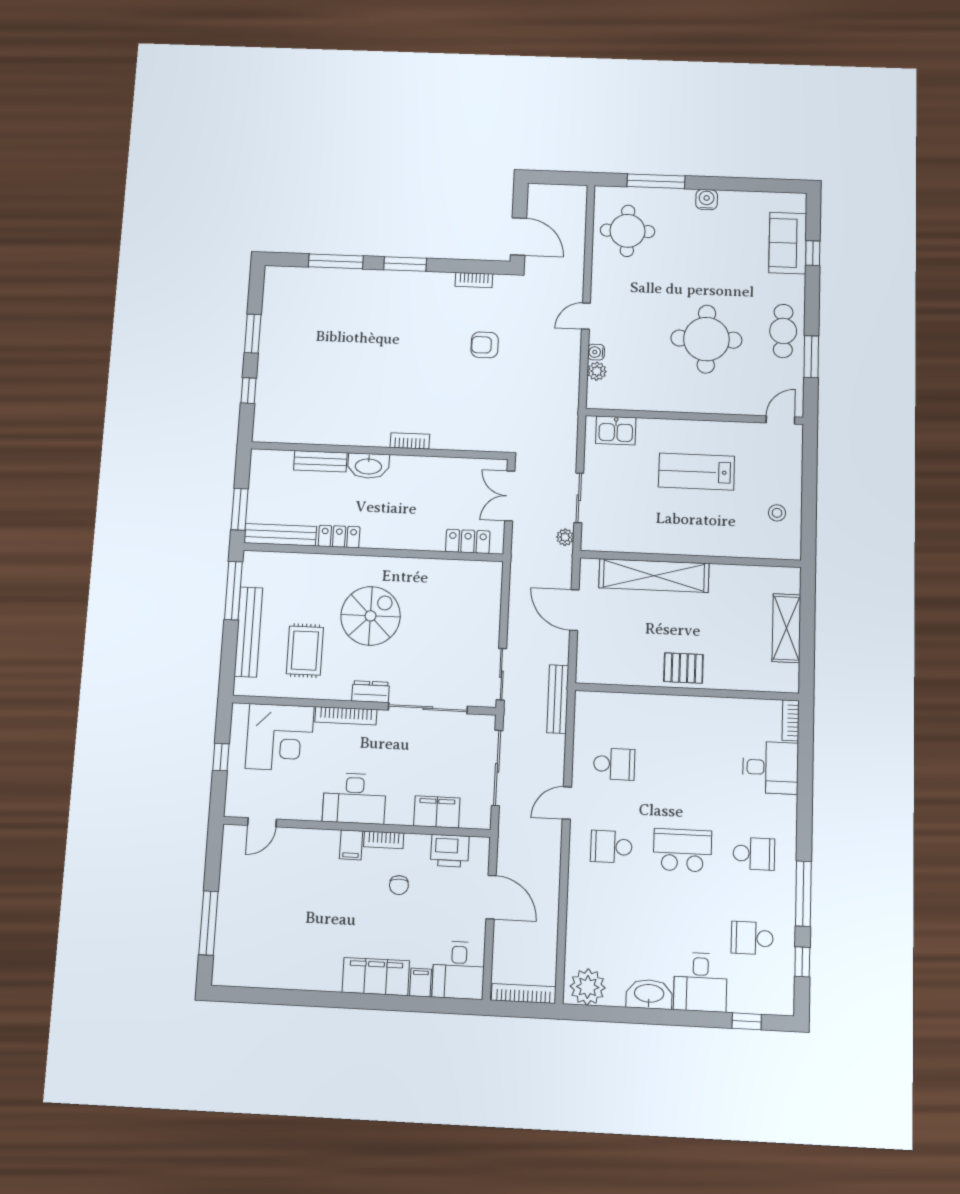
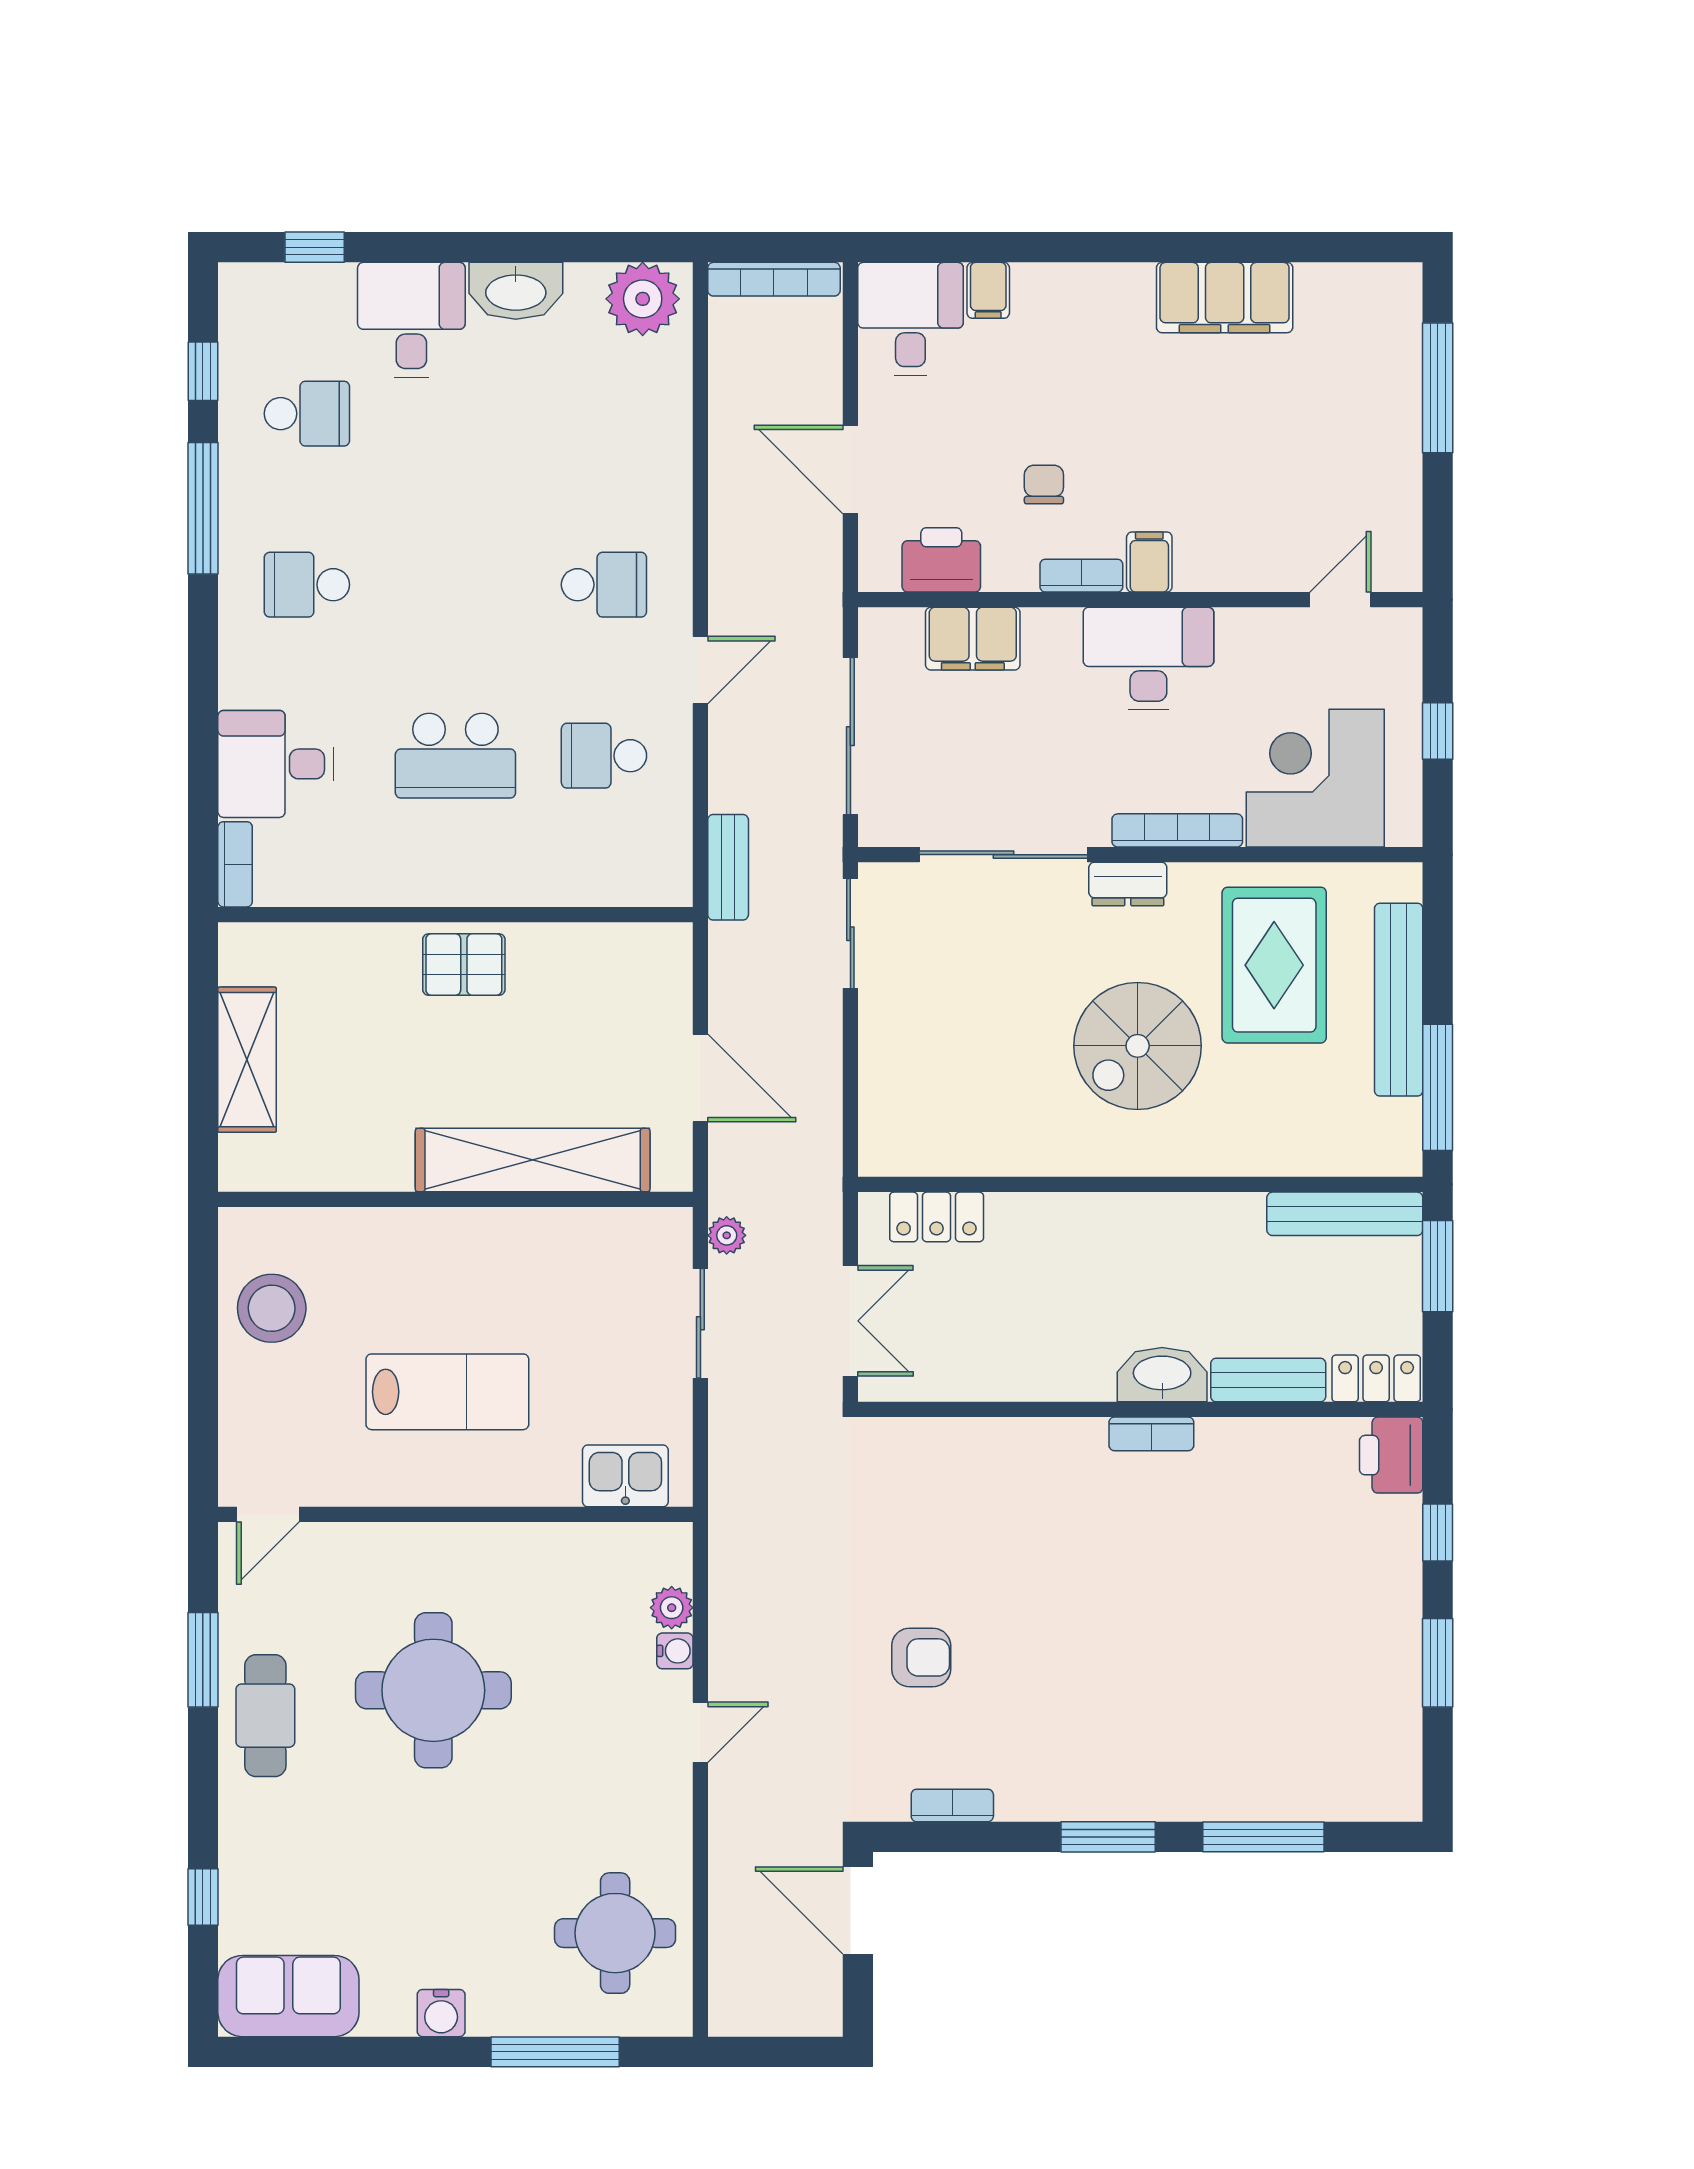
sofa: (788, 243) -> (288, 1996), moved, turned -90
printer: (267, 426) -> (1391, 1455), added
bookcase: (410, 441) -> (1151, 1434), moved
stool: (777, 513) -> (272, 1308), width x1.89, depth x1.89
locker: (339, 537) -> (1376, 1378), moved, turned 180
rug: (305, 651) -> (1274, 965), width x1.36, depth x1.43
bench: (558, 699) -> (728, 867), width x0.73
school desk: (682, 850) -> (455, 756), moved
filing cabinet: (376, 977) -> (1225, 298), moved

